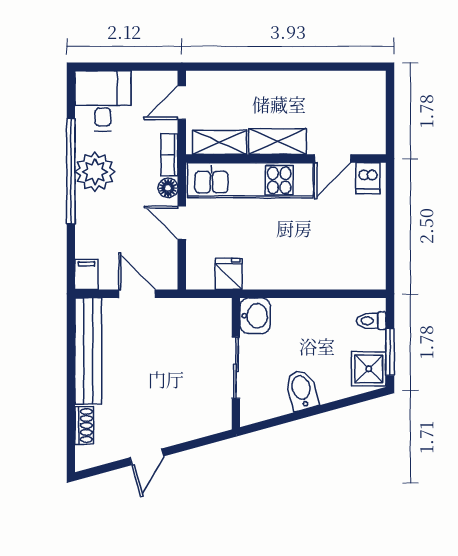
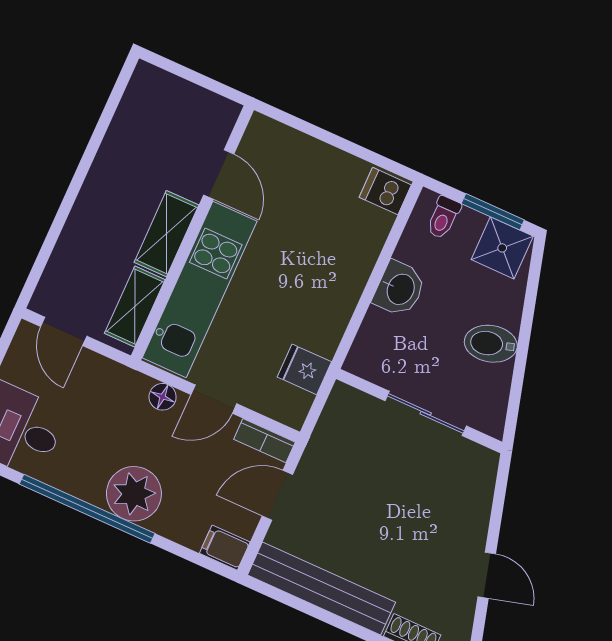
bookcase: (169, 155) -> (264, 441), moved
plant: (95, 172) -> (134, 494), moved
dishwasher: (368, 178) -> (385, 191), moved, turned 180
washbasin: (255, 316) -> (400, 289), moved, turned 90

